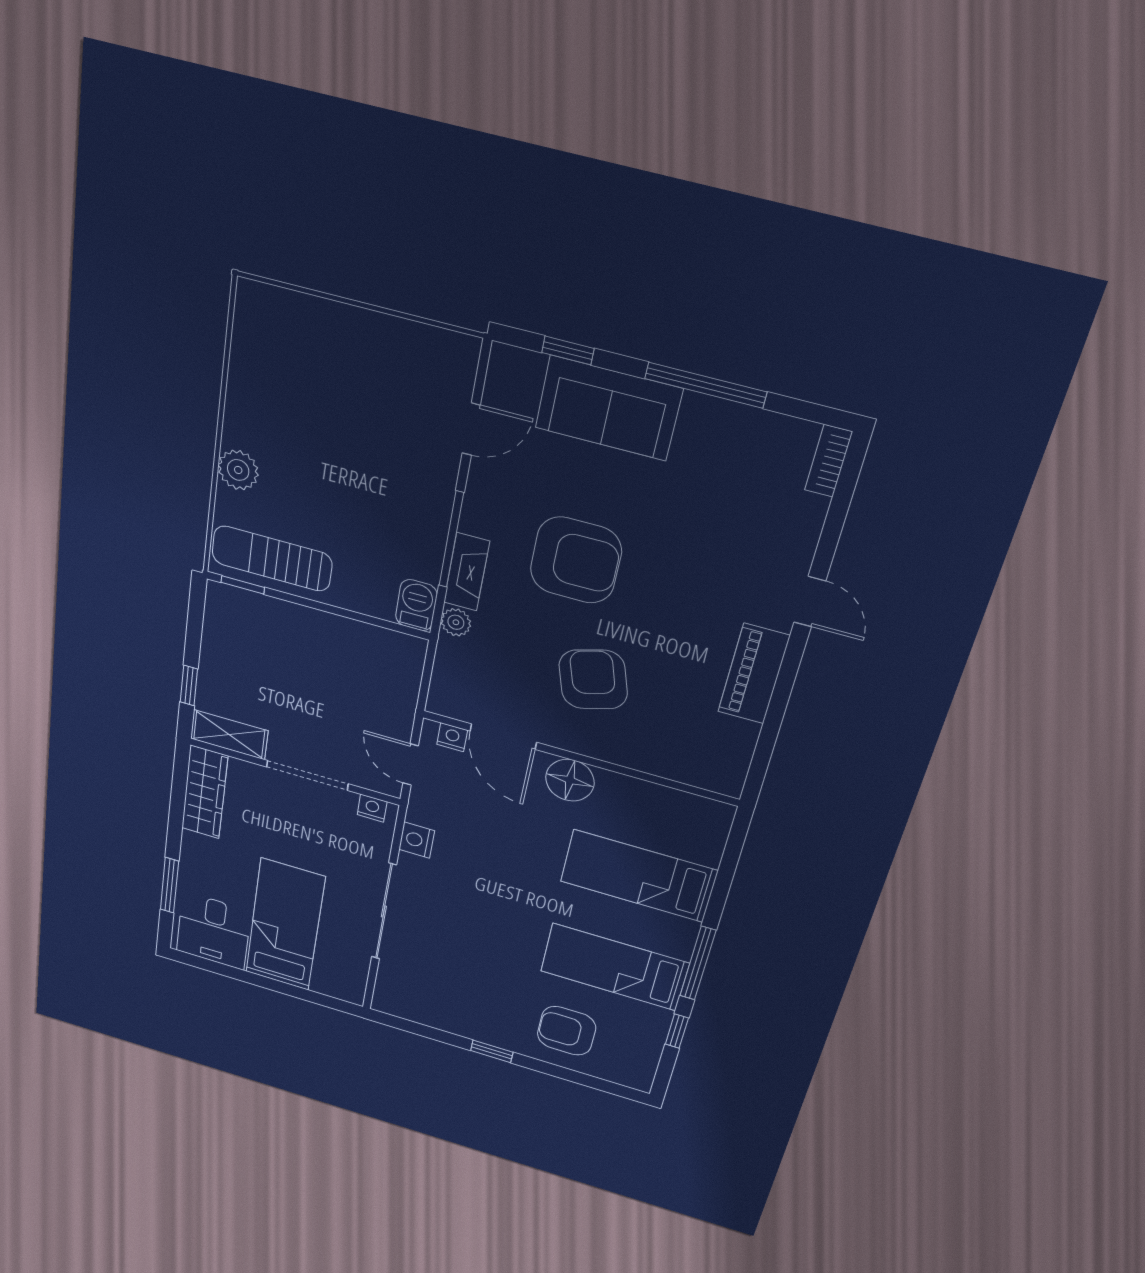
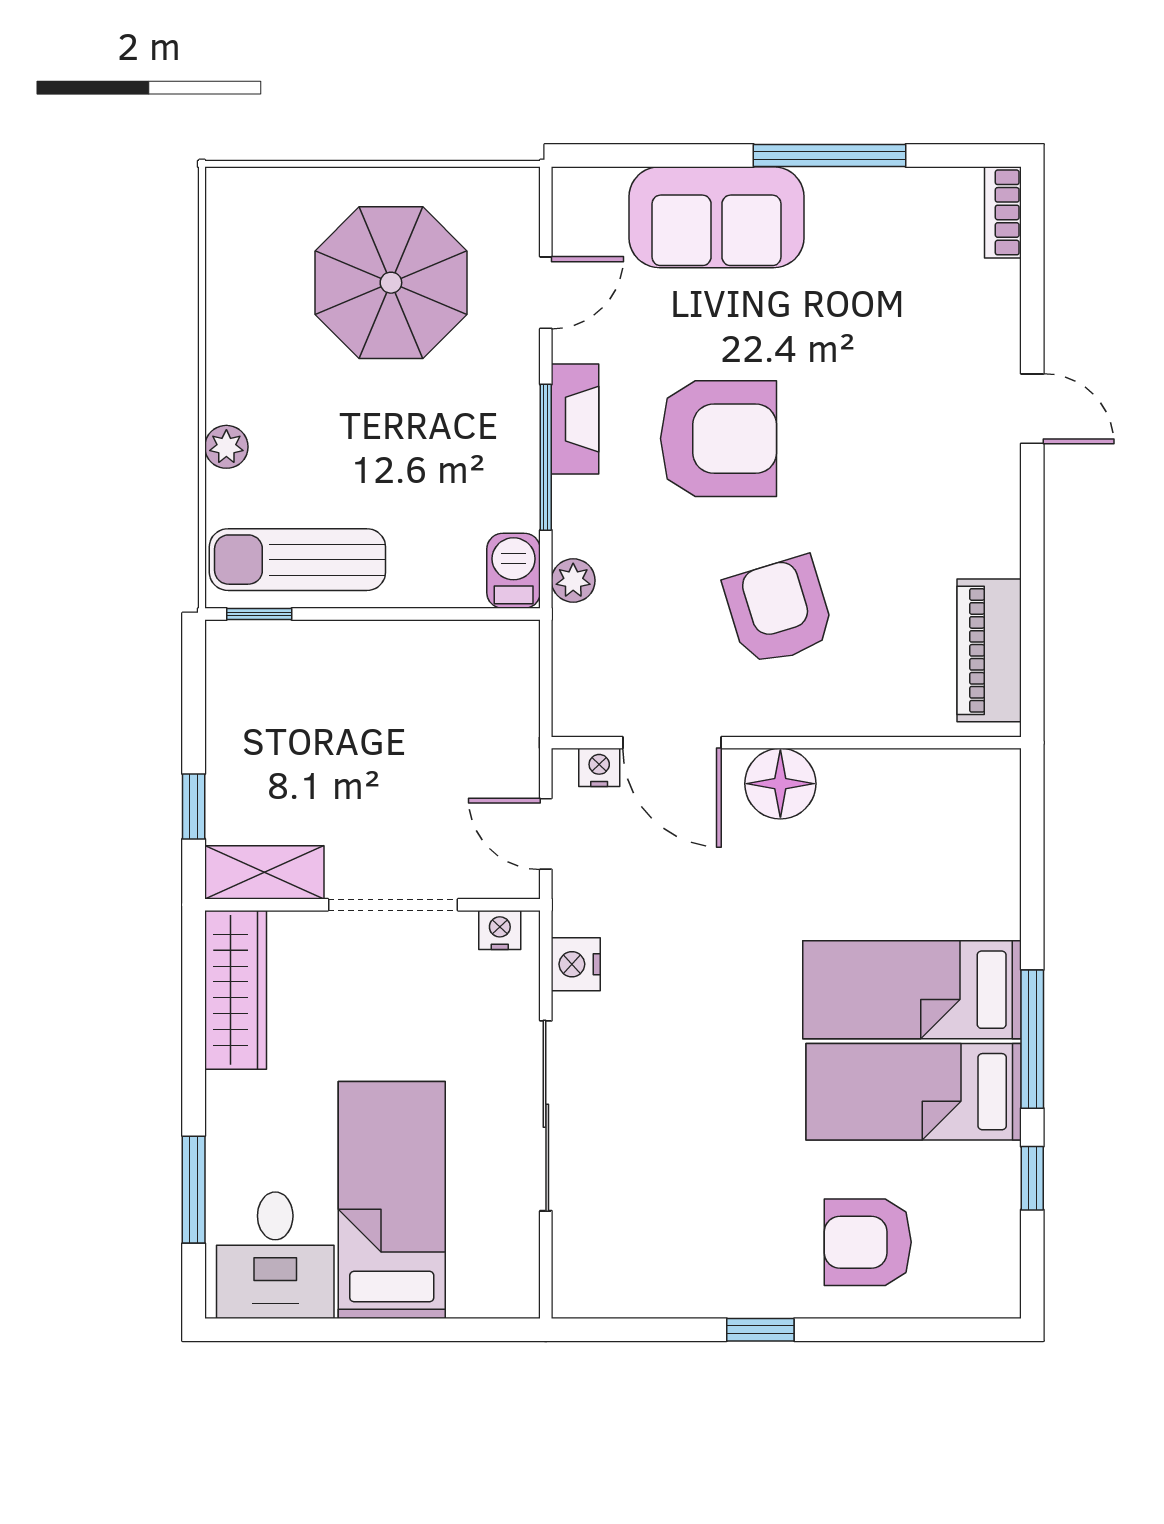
window: (568, 350) -> (650, 156), removed
parasol: (361, 393) -> (391, 283), added
plant: (238, 470) -> (226, 447), width x0.73, depth x0.73
fireplace: (467, 572) -> (575, 419), moved
piano: (754, 674) -> (989, 650), moved
bed: (639, 876) -> (912, 990), moved

